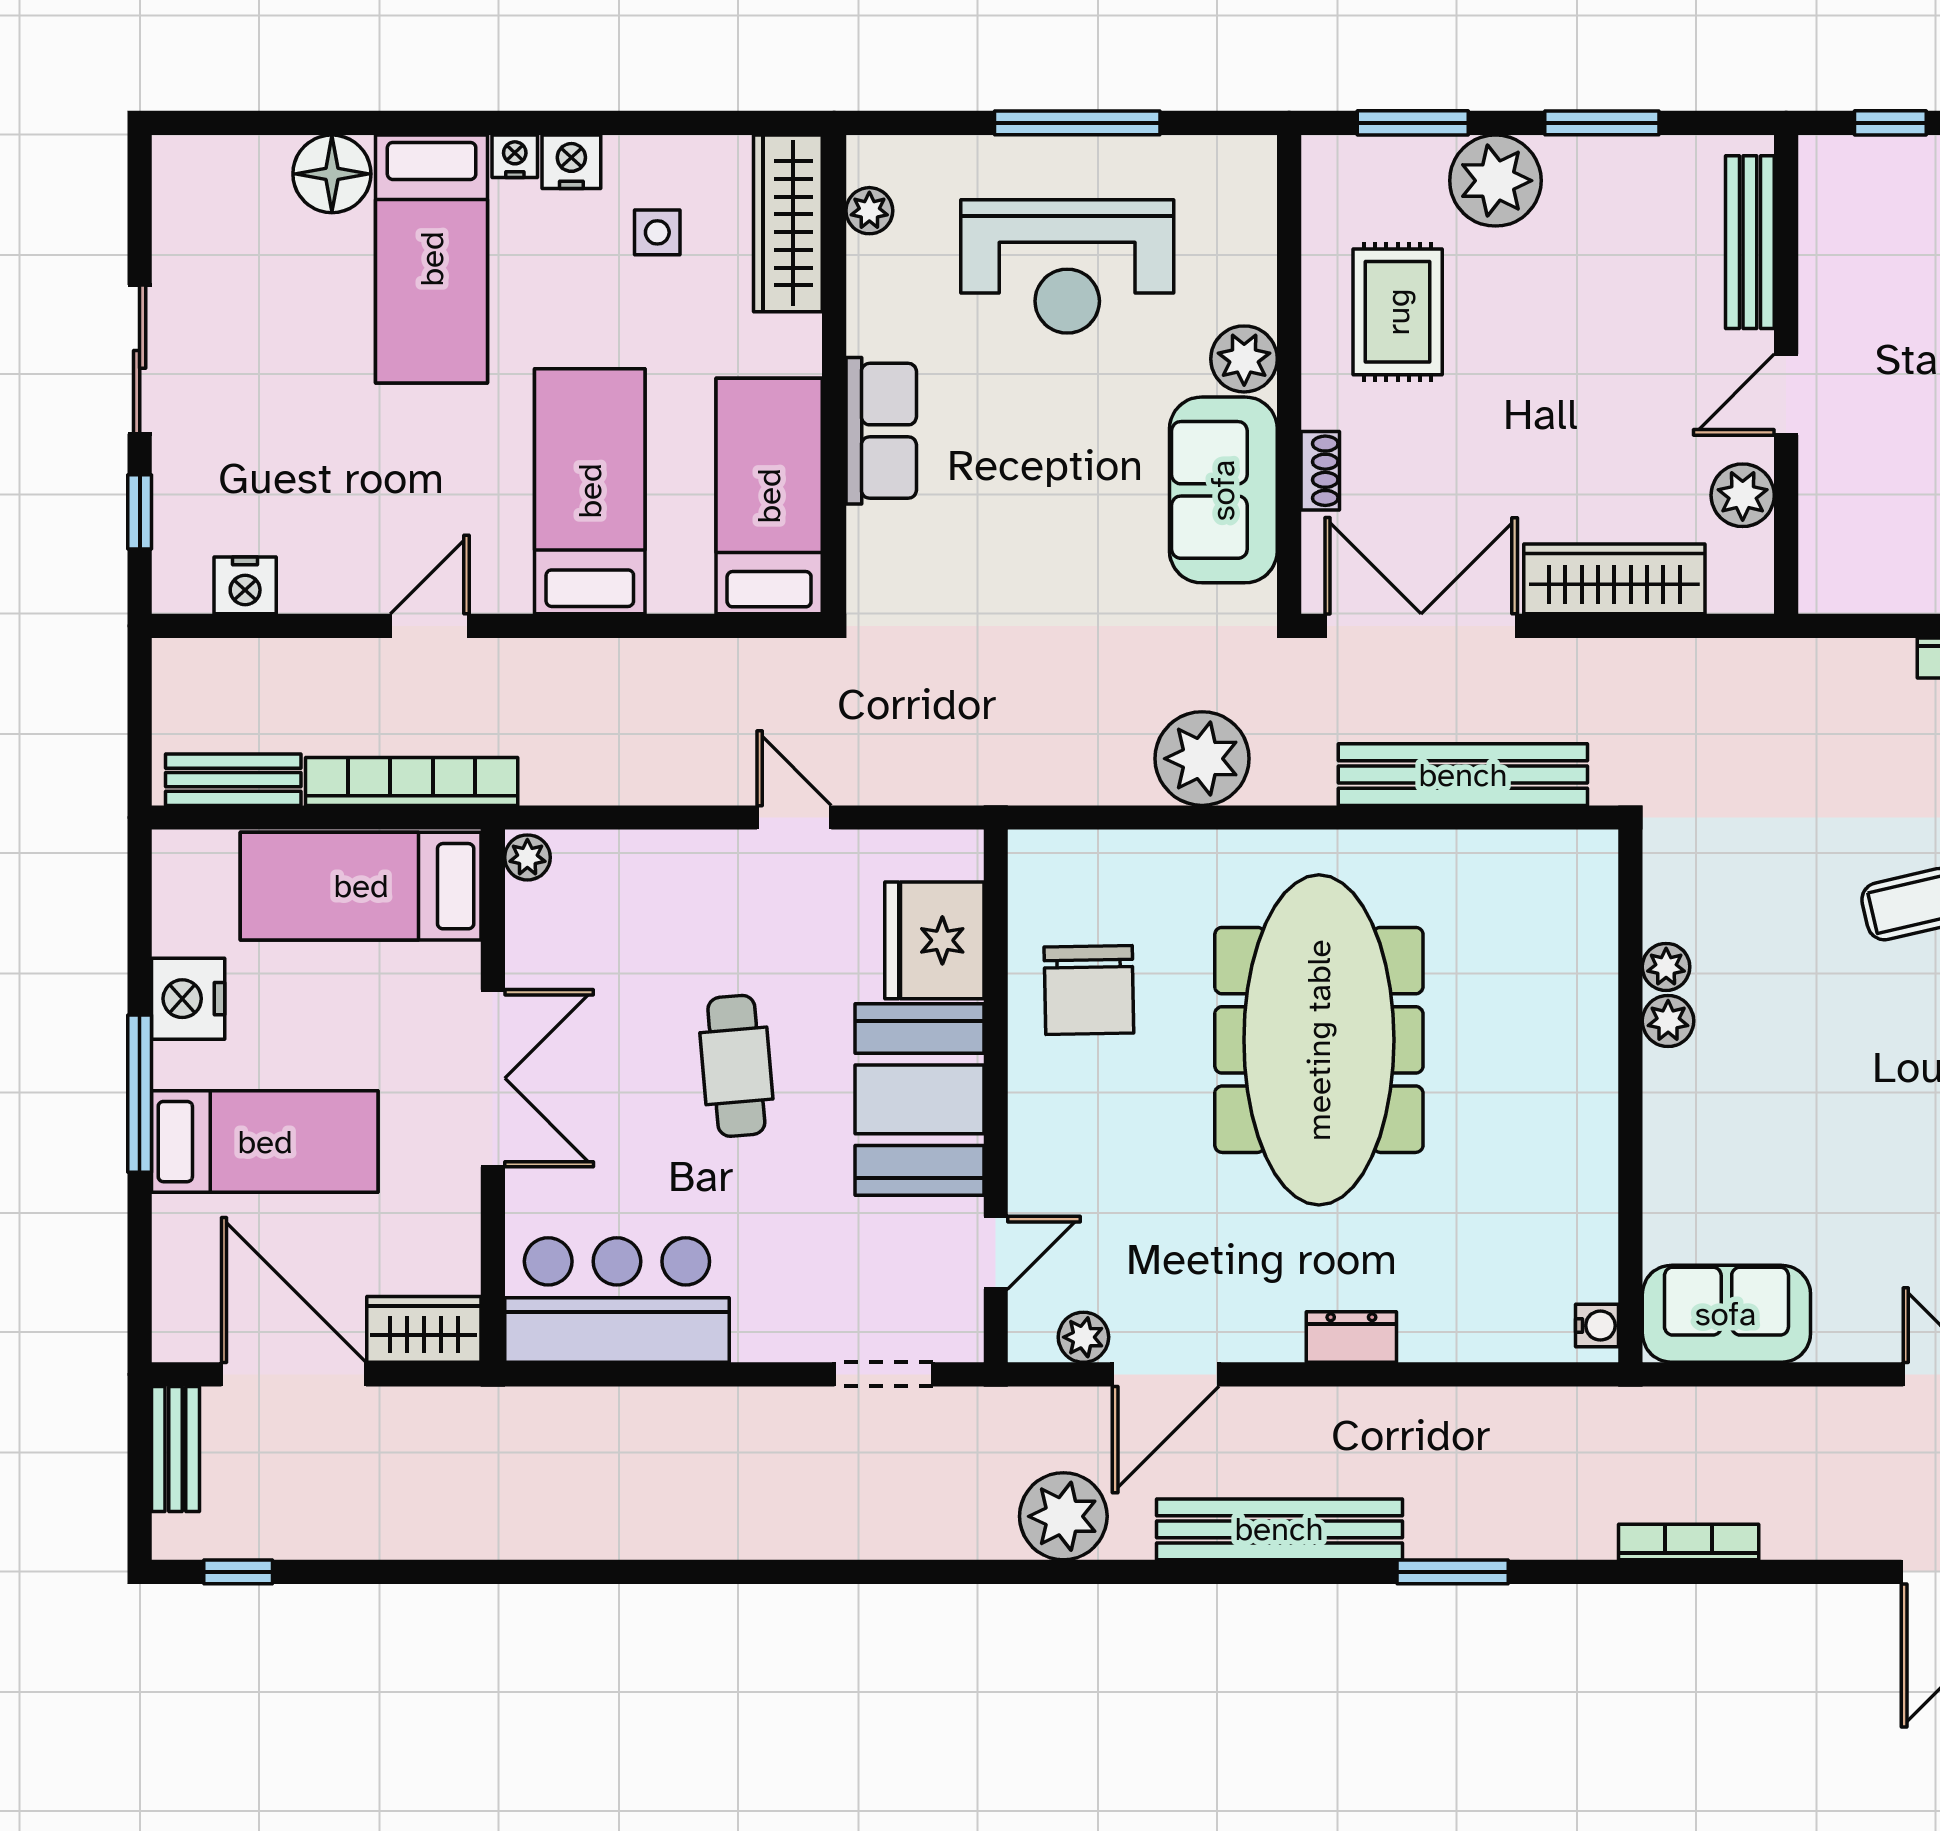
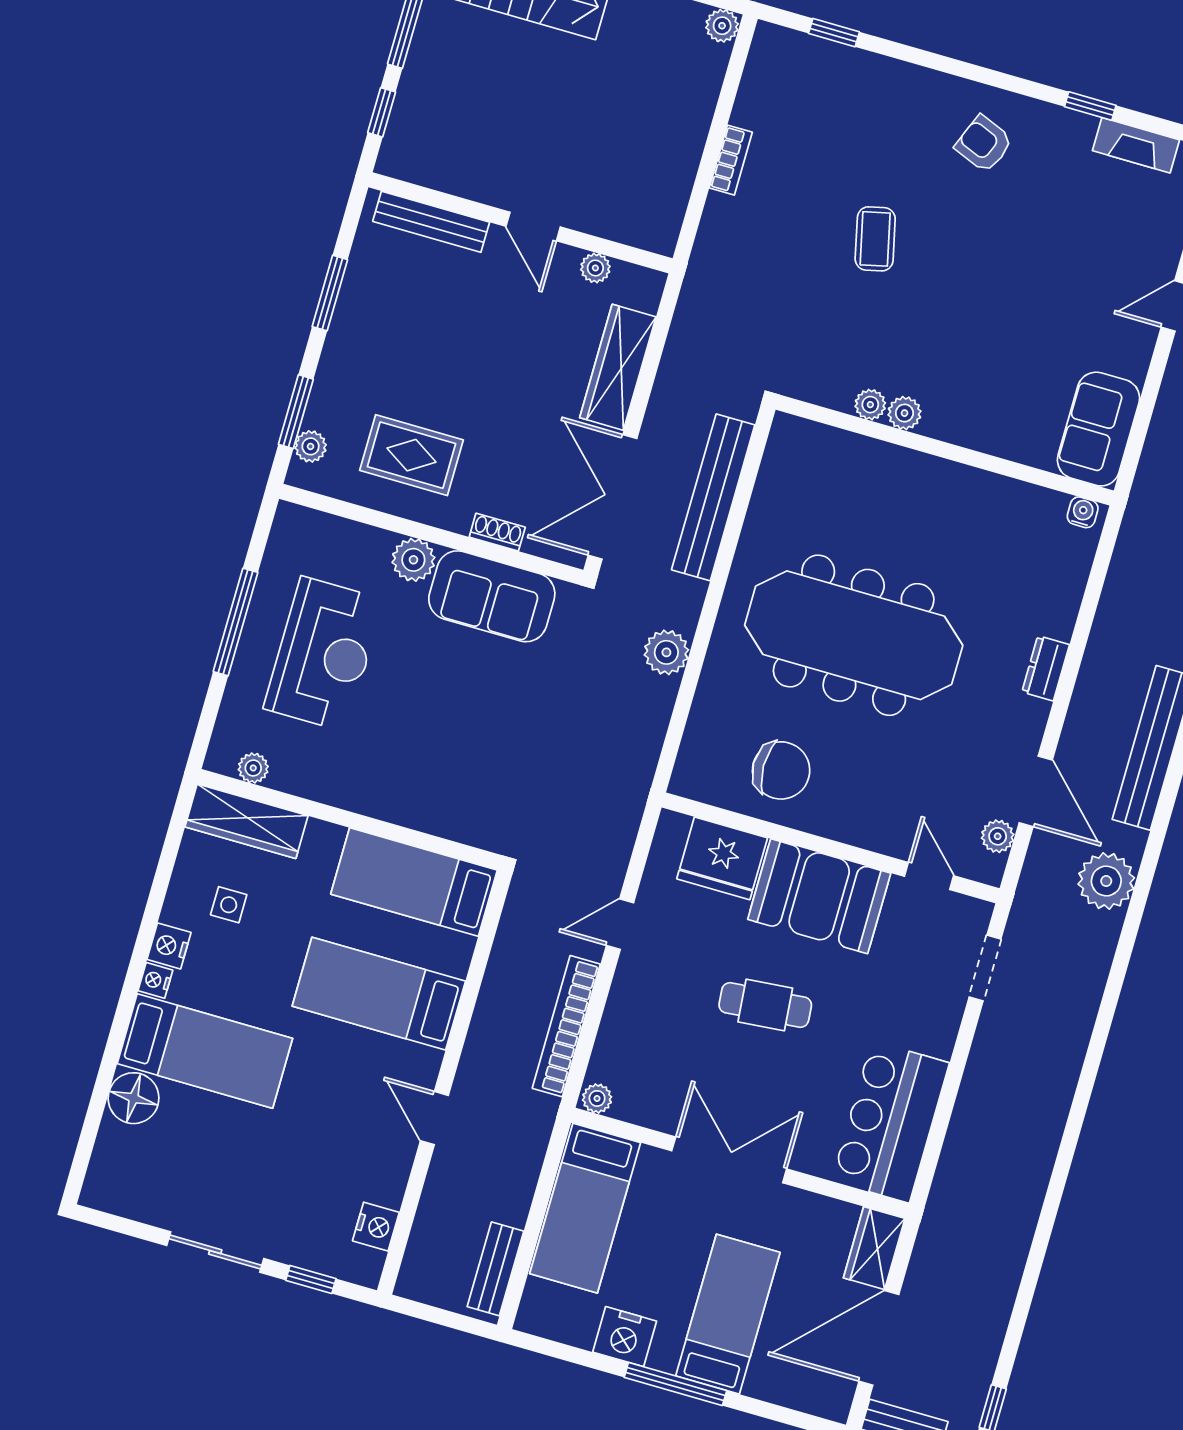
plant: (1495, 181) -> (311, 446), moved, width x0.53, depth x0.53
row of seats: (881, 431) -> (393, 800), removed
plant: (1743, 495) -> (595, 268), width x0.73, depth x0.73
plant: (1202, 759) -> (666, 652), width x0.73, depth x0.73
bookcase: (412, 781) -> (566, 1026), moved

